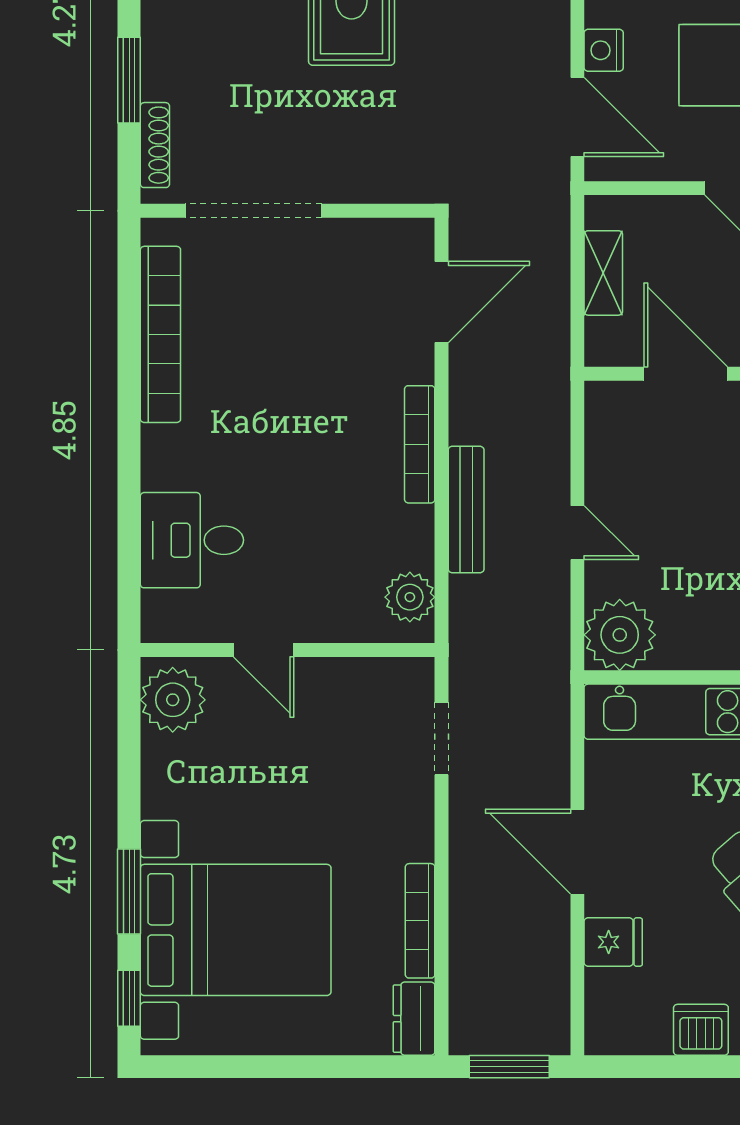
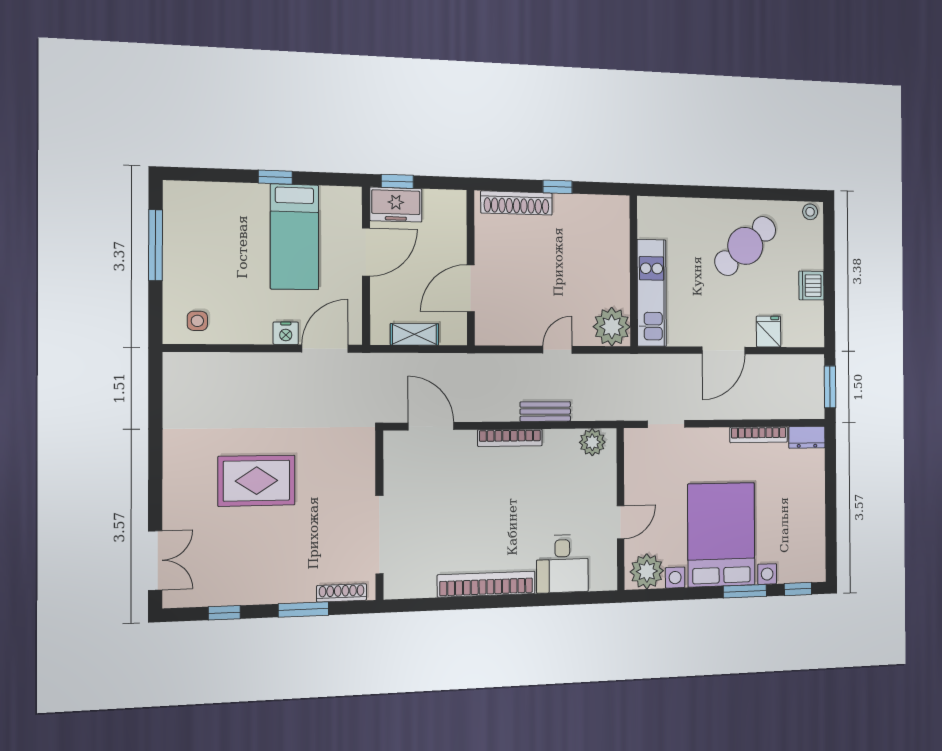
bookcase: (160, 334) -> (486, 584), moved
bench: (466, 510) -> (545, 412), width x0.73
bed with nightstands: (236, 930) -> (721, 535), moved

